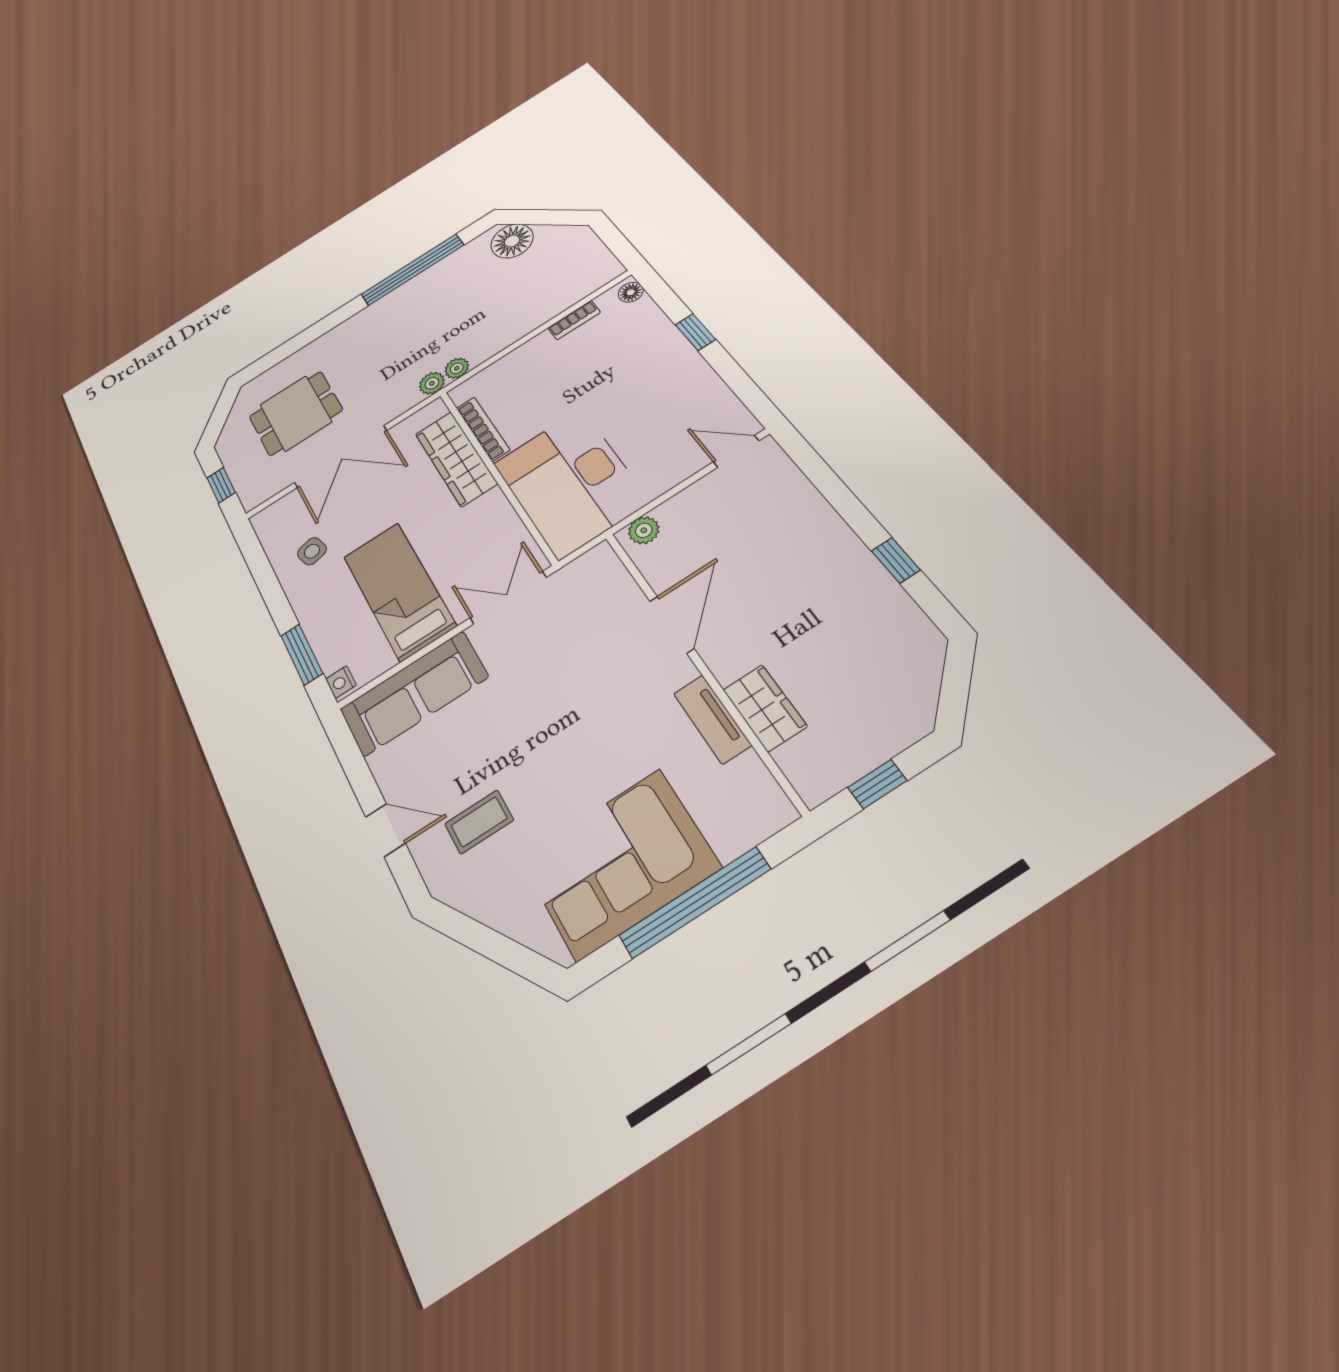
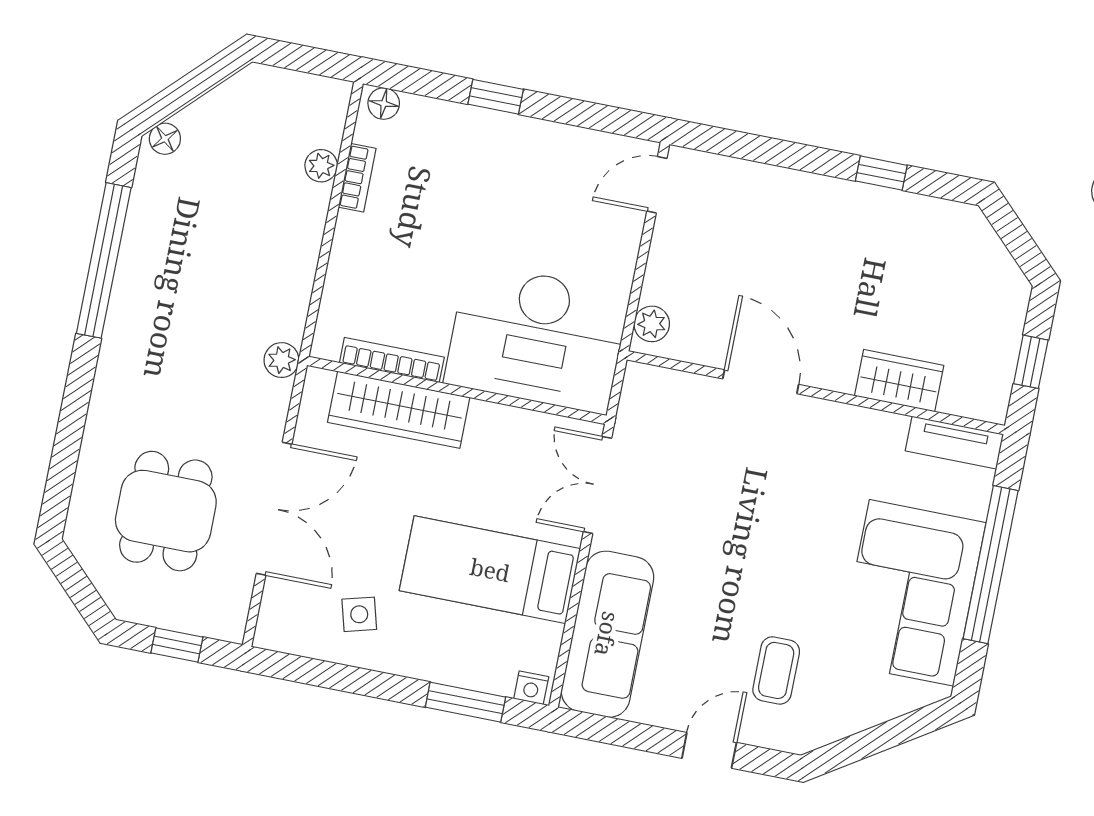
floor lamp: (512, 241) -> (165, 139), width x0.53, depth x0.53
plant: (457, 368) -> (321, 166), moved
tv unit: (712, 719) -> (954, 443), moved

